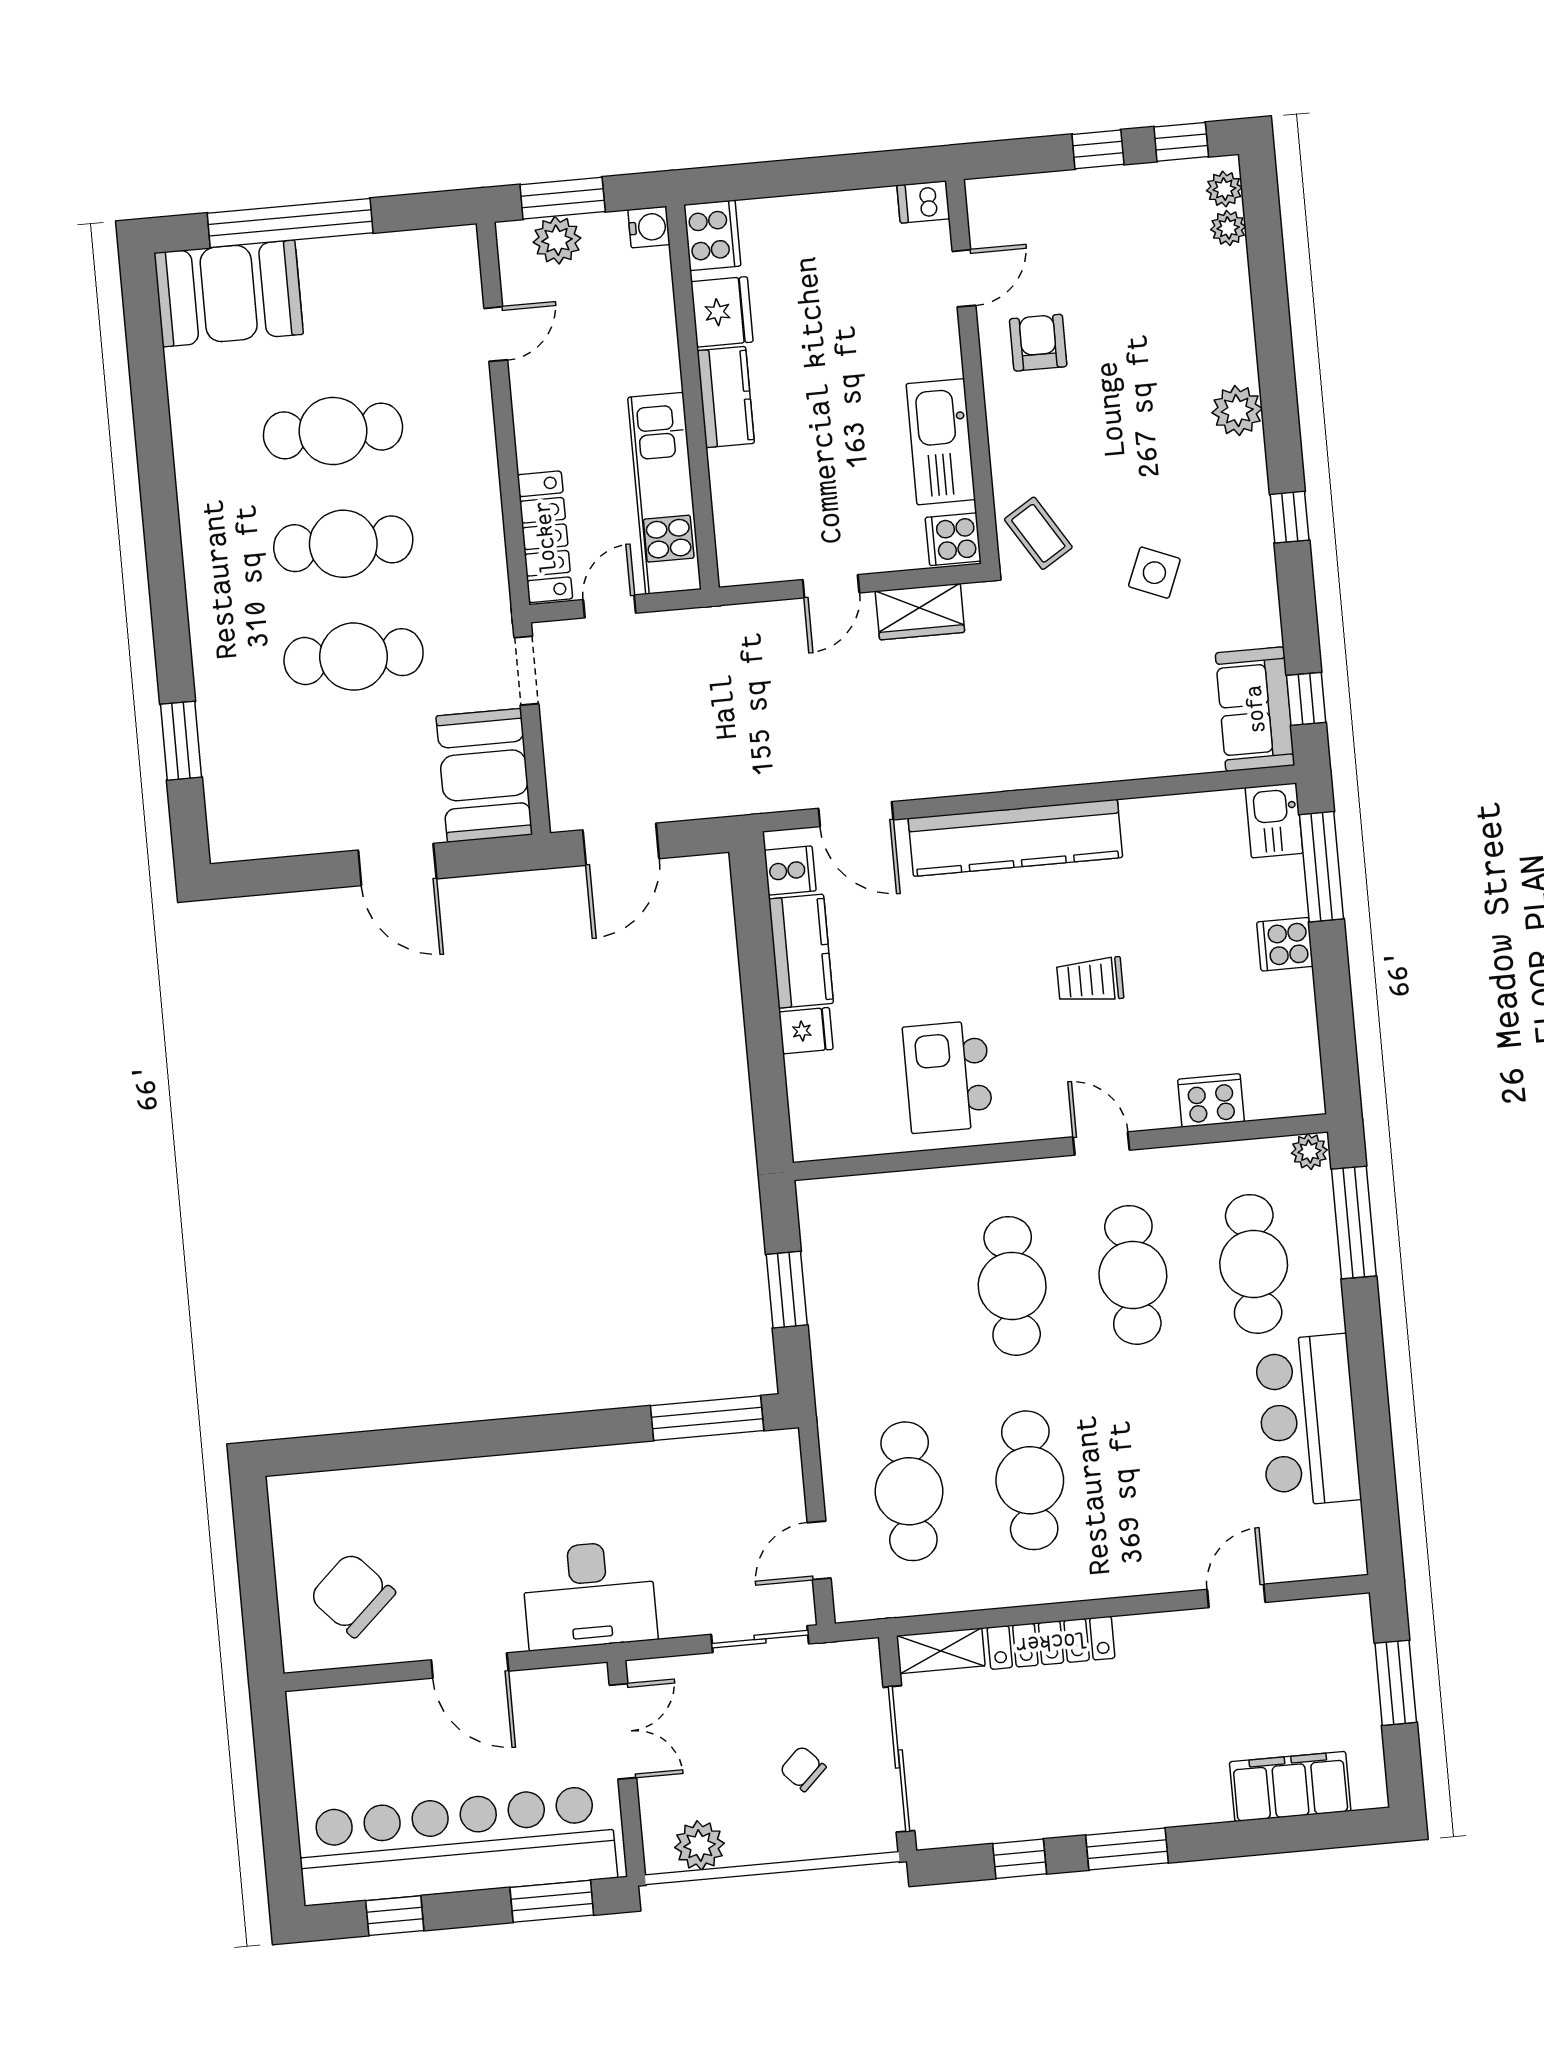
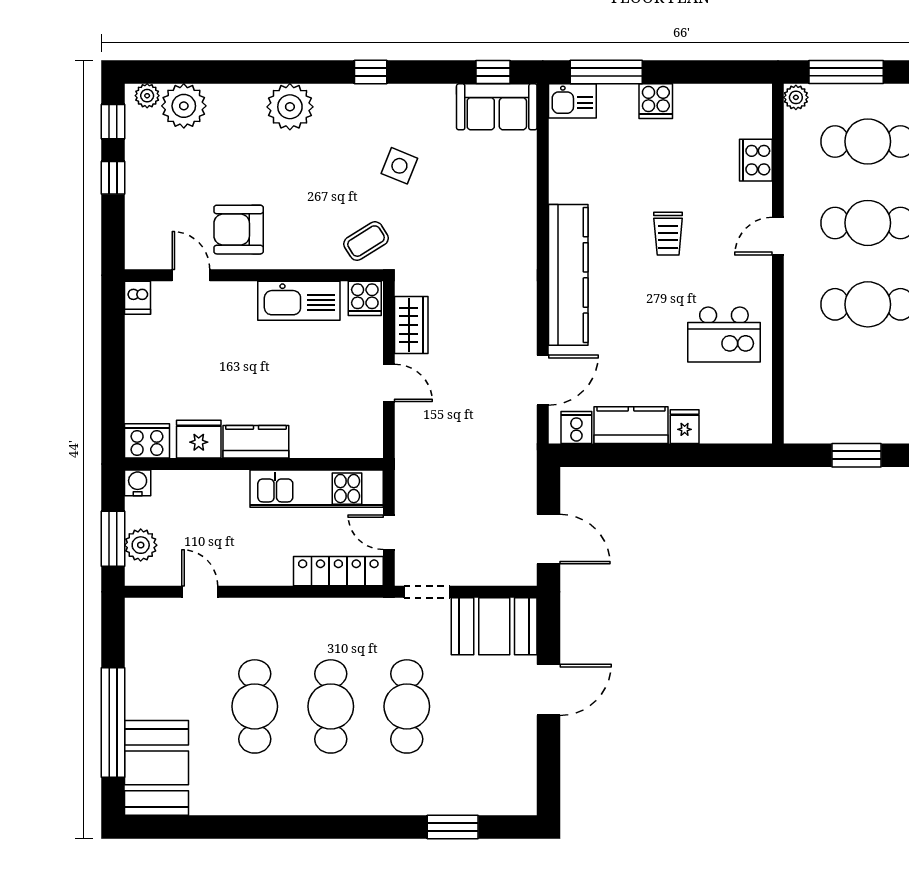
plant: (1228, 228) -> (184, 106), width x1.87, depth x1.87
armchair: (1038, 343) -> (239, 230), width x1.38, depth x1.38
plant: (1237, 411) -> (290, 107), width x1.36, depth x1.36

